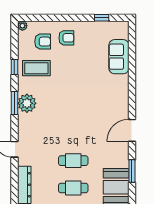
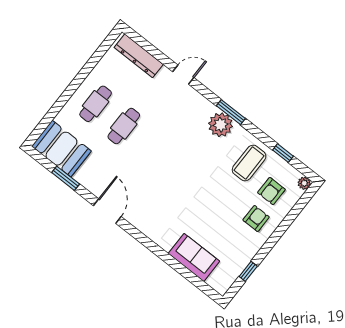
armchair: (66, 38) -> (256, 218), turned 180
window: (14, 67) -> (283, 153), moved

